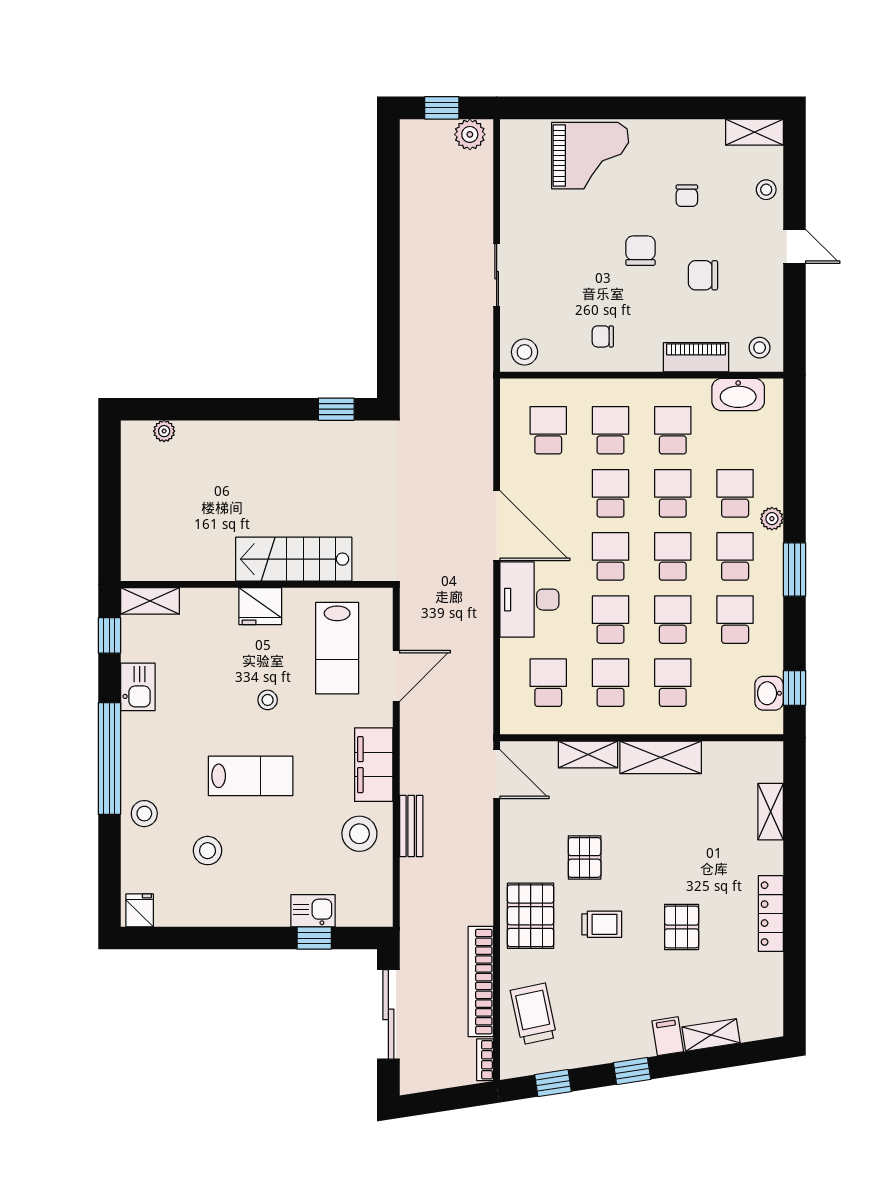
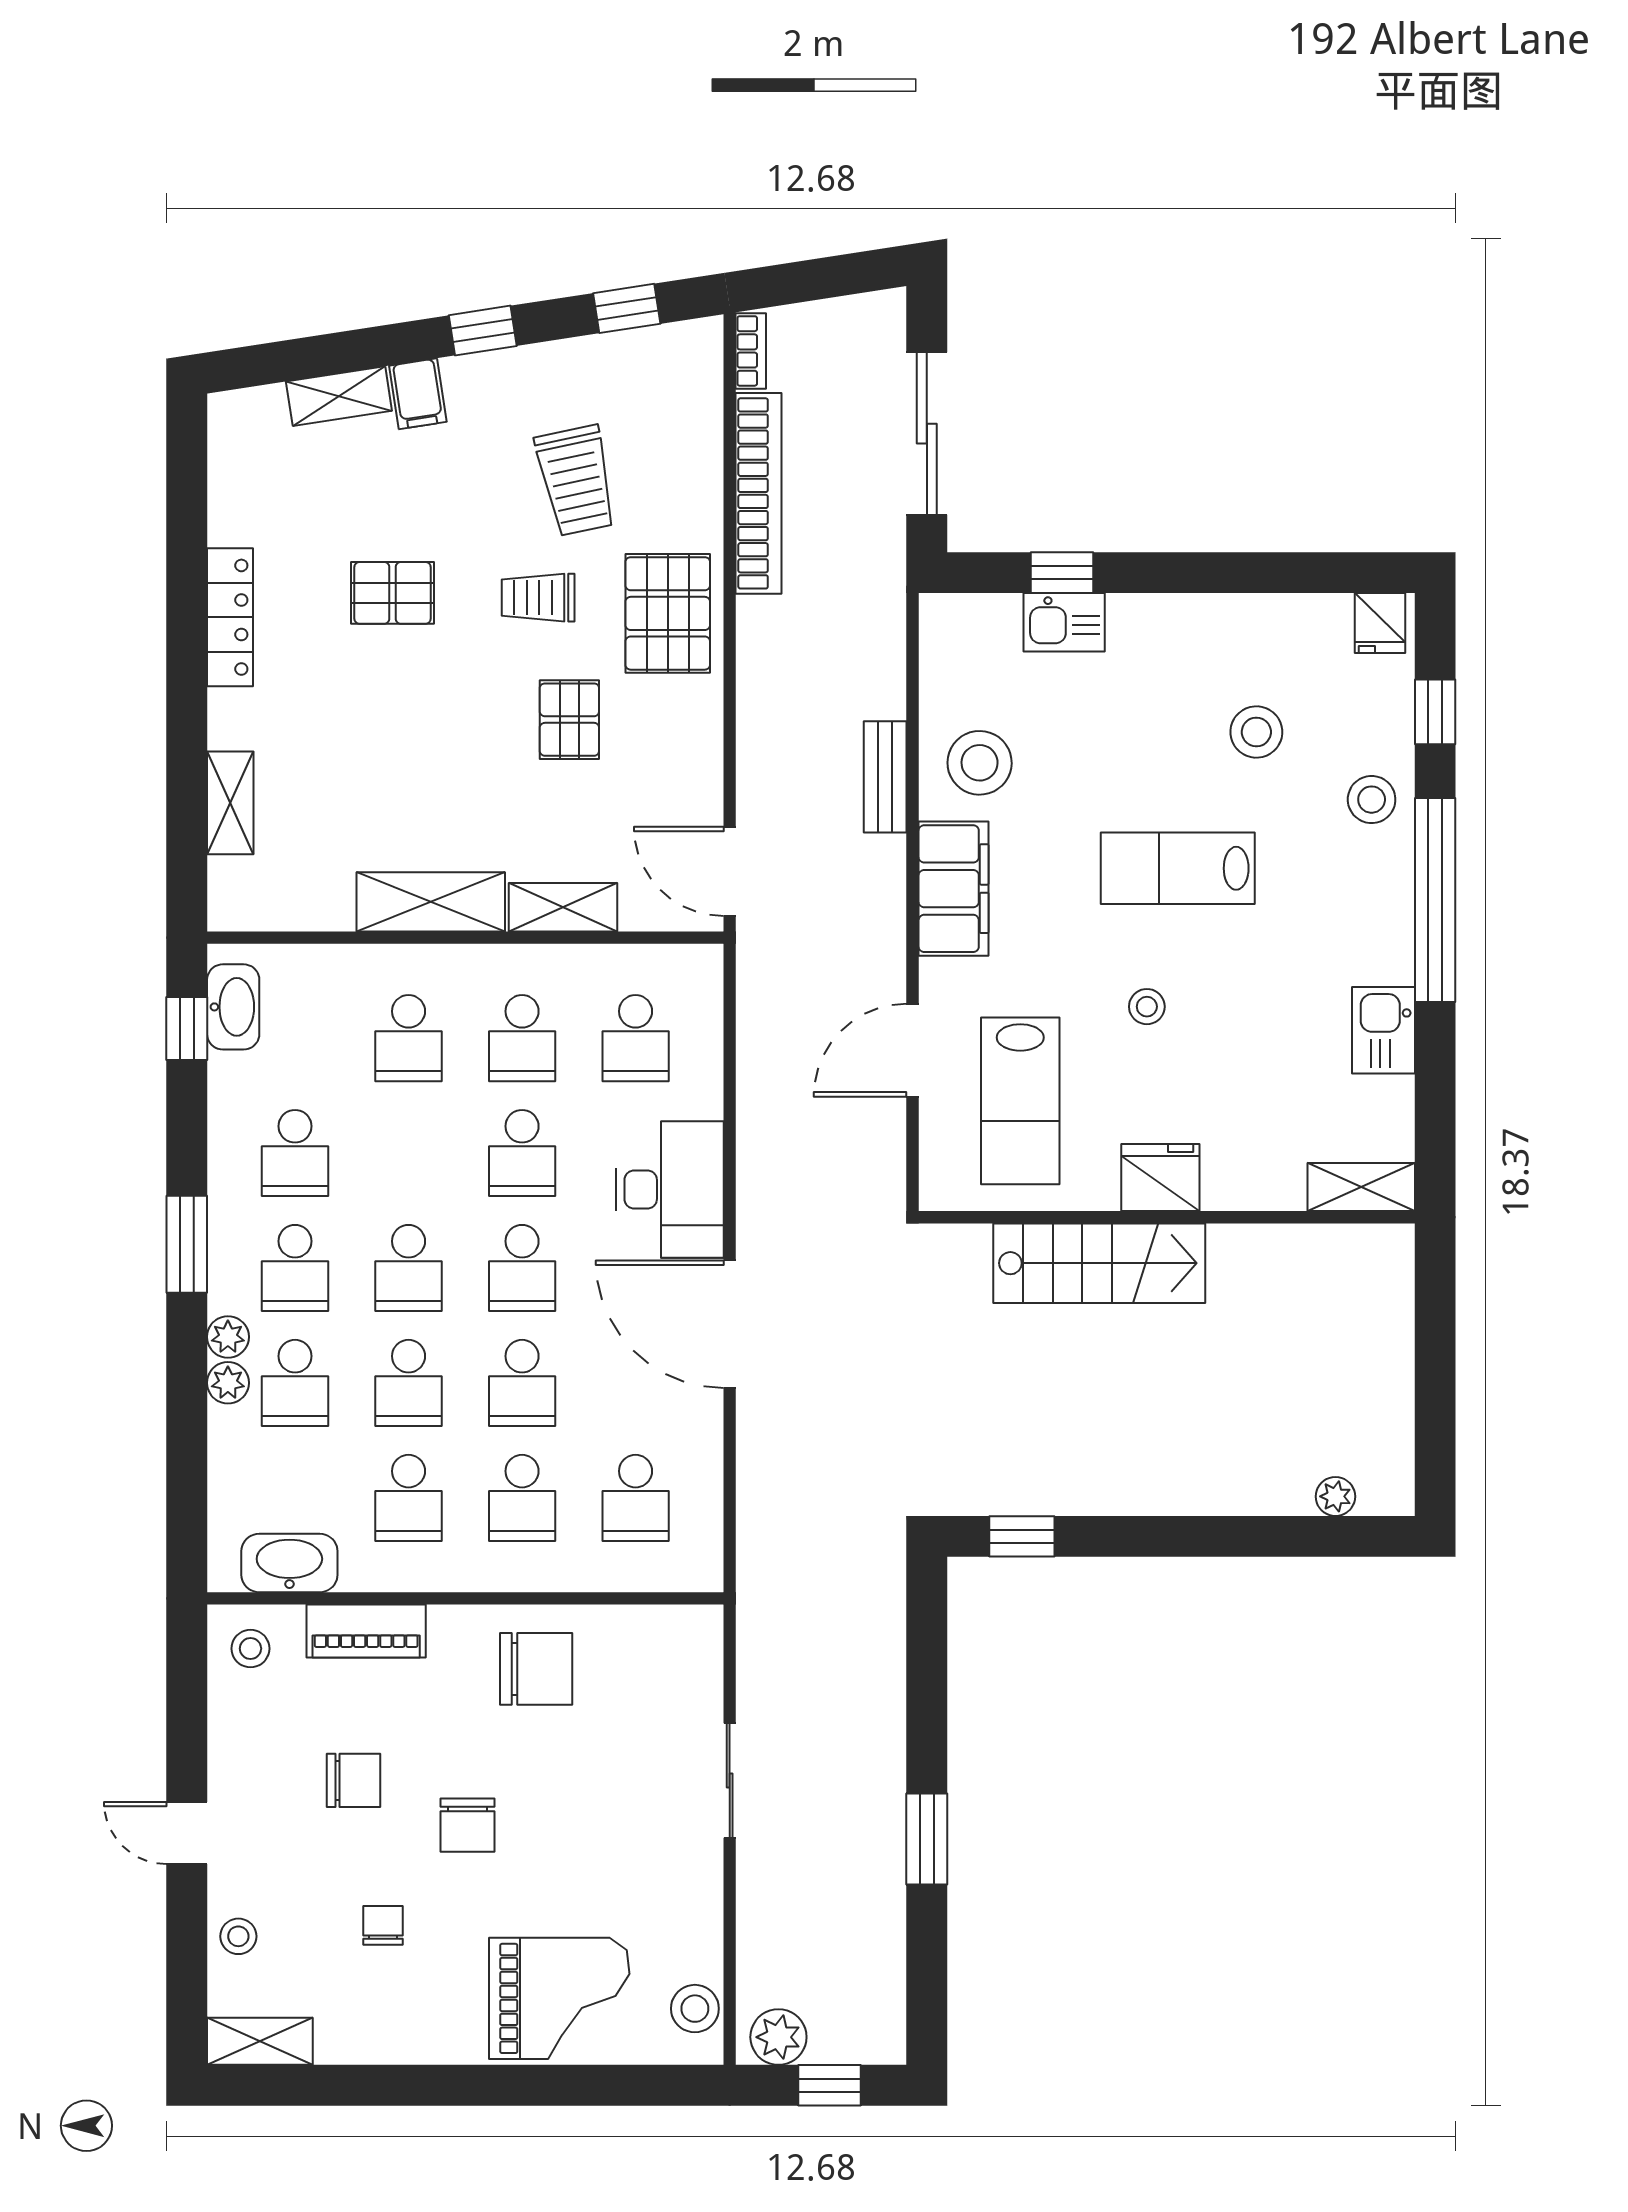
grand piano: (590, 156) -> (559, 1998), turned 180
window: (388, 243) -> (927, 1839), added
chair: (603, 336) -> (536, 1669), width x1.87, depth x1.87
stool: (524, 352) -> (695, 2009), moved
plant: (772, 493) -> (228, 1383), added
school desk: (673, 620) -> (409, 1153), removed
window: (109, 635) -> (1435, 712), moved
lab bench: (337, 648) -> (1020, 1101), turned 180
washbasin: (769, 693) -> (233, 1007), width x1.38
pallet: (682, 927) -> (393, 593), turned 90
trolley: (533, 1014) -> (576, 481), moved

